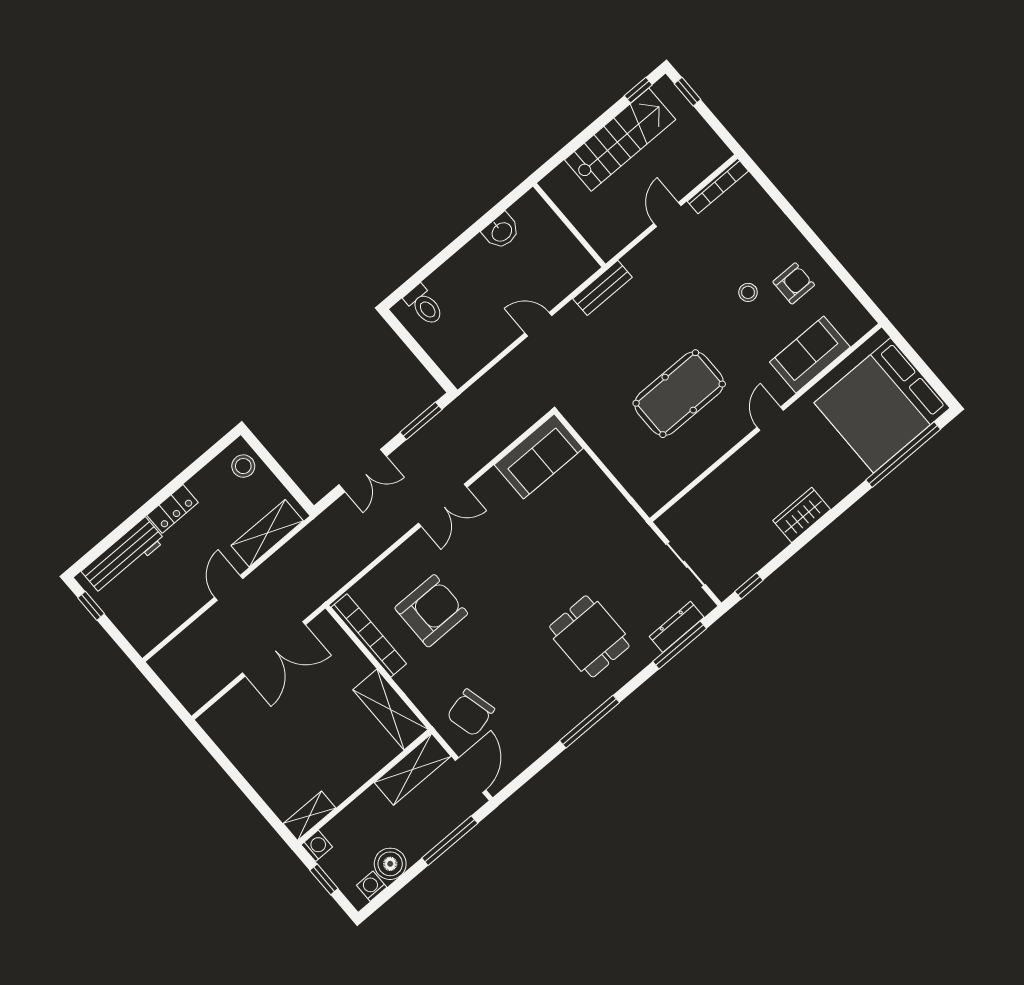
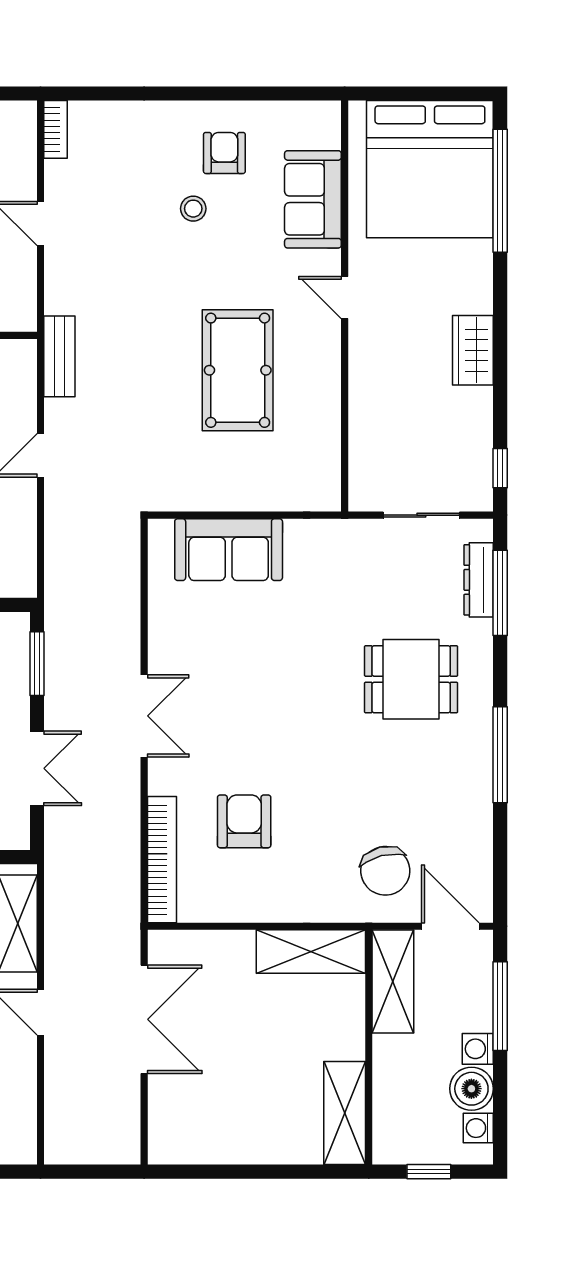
bookcase: (718, 186) -> (56, 129), width x0.64
sofa: (539, 456) -> (229, 550), moved, turned 90
armchair: (431, 611) -> (244, 821), width x0.73, depth x0.73
bookcase: (369, 636) -> (162, 860), moved, turned 90
shelving: (309, 816) -> (345, 1113), width x1.50, depth x1.33
washing machine: (317, 846) -> (478, 1049), moved, turned -90

